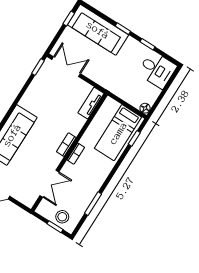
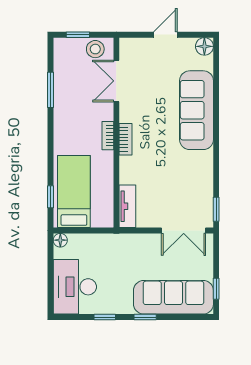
desk: (157, 70) -> (75, 287), width x1.37
stool: (62, 217) -> (95, 49), moved

